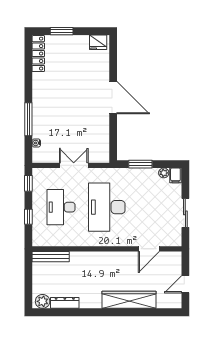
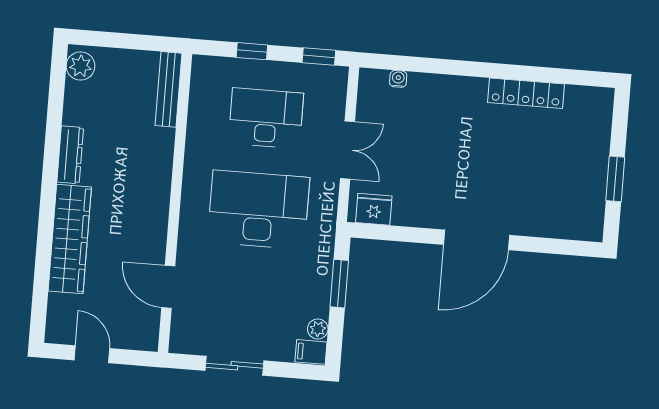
window: (62, 31) -> (615, 179), moved
fridge: (98, 42) -> (374, 209), moved, turned 90
locker: (38, 54) -> (526, 93), moved
window: (28, 119) -> (447, 67), removed
dresser: (65, 303) -> (70, 155), moved

